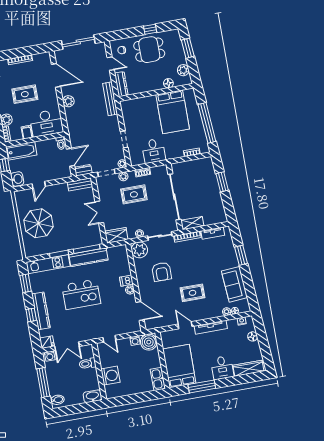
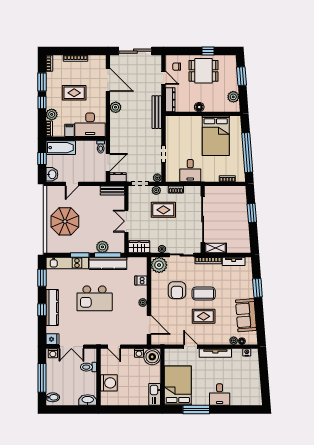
floor lamp: (168, 83) -> (199, 107), moved
plant: (80, 242) -> (102, 247), added
coffee table: (189, 270) -> (204, 294), added
dishwasher: (126, 281) -> (141, 280), moved
floor lamp: (253, 336) -> (255, 369), removed
wardrobe: (248, 368) -> (245, 400), removed

